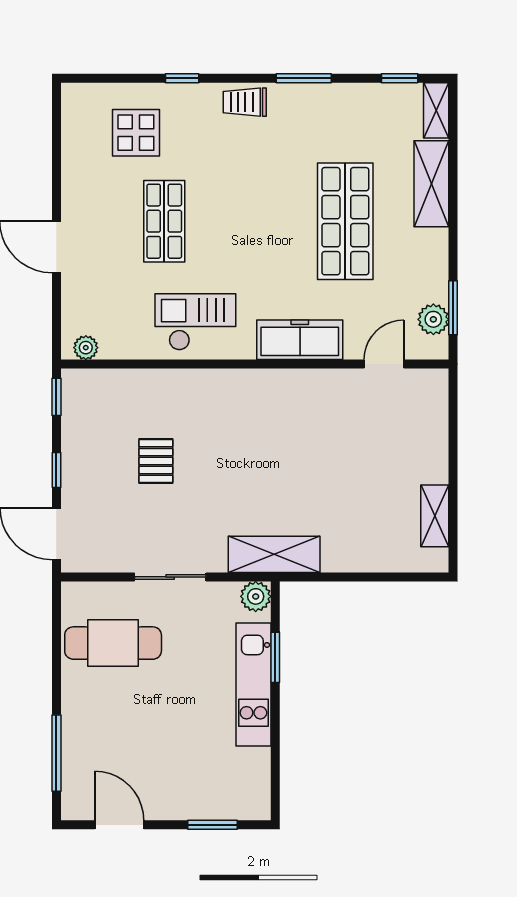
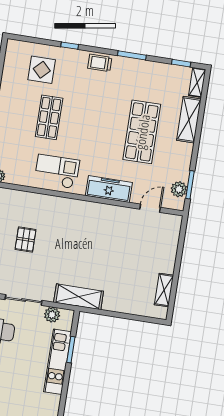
plant: (256, 596) -> (52, 315), moved

